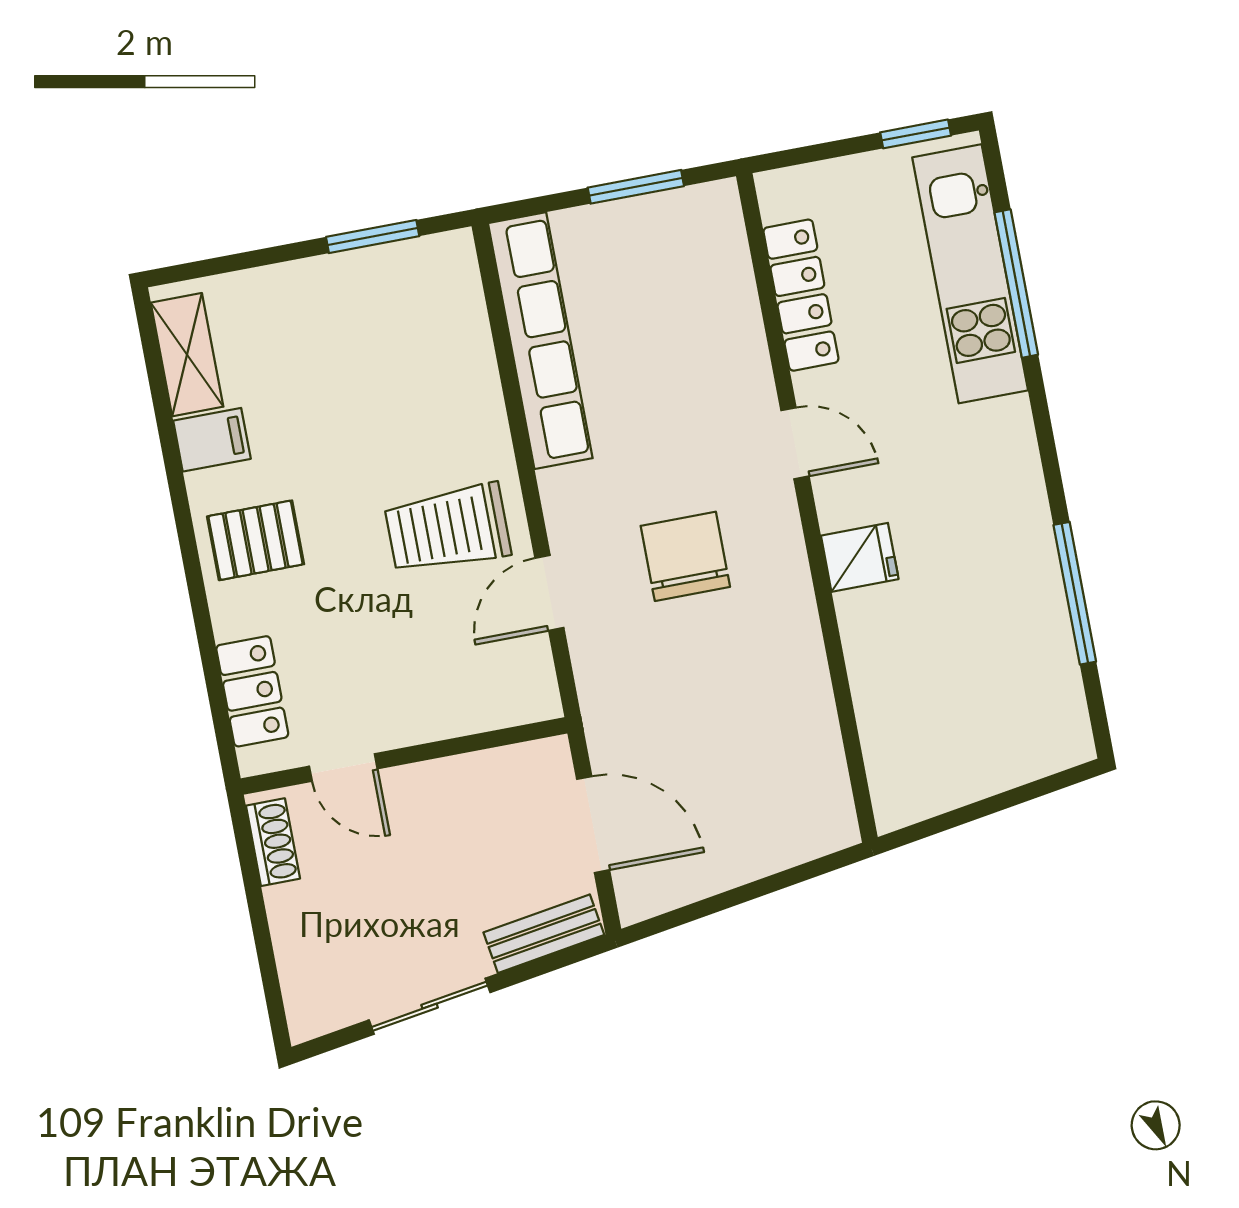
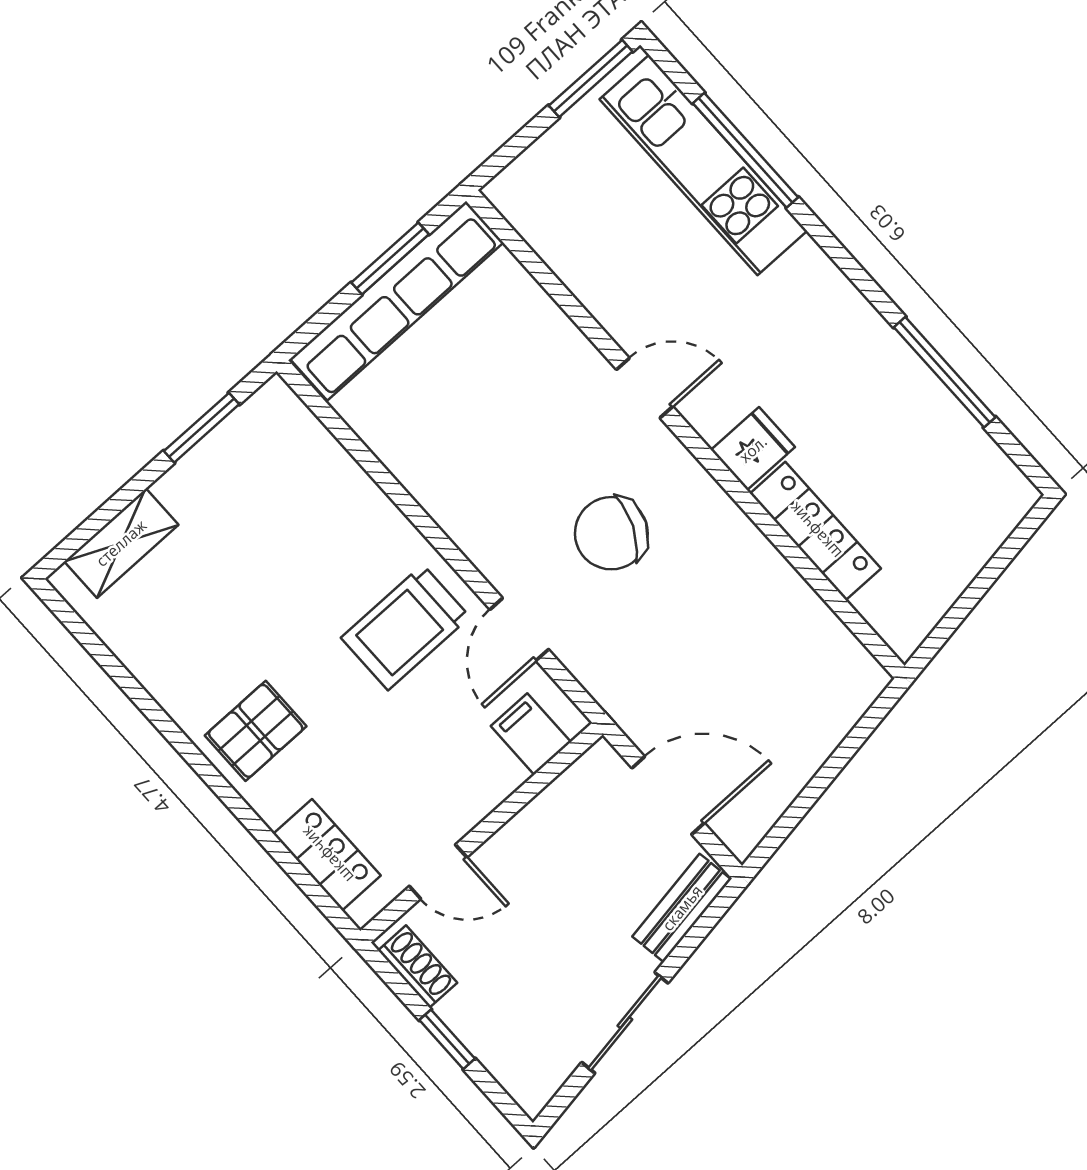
window: (916, 134) -> (591, 78), width x1.50
locker: (801, 295) -> (815, 531), moved
row of seats: (540, 341) -> (397, 301), moved, turned 90
shelving: (187, 355) -> (121, 543), moved, turned 90
filing cabinet: (212, 440) -> (531, 734), moved, turned -90
chair: (685, 556) -> (611, 533), turned -66
window: (260, 924) -> (447, 1039), added

